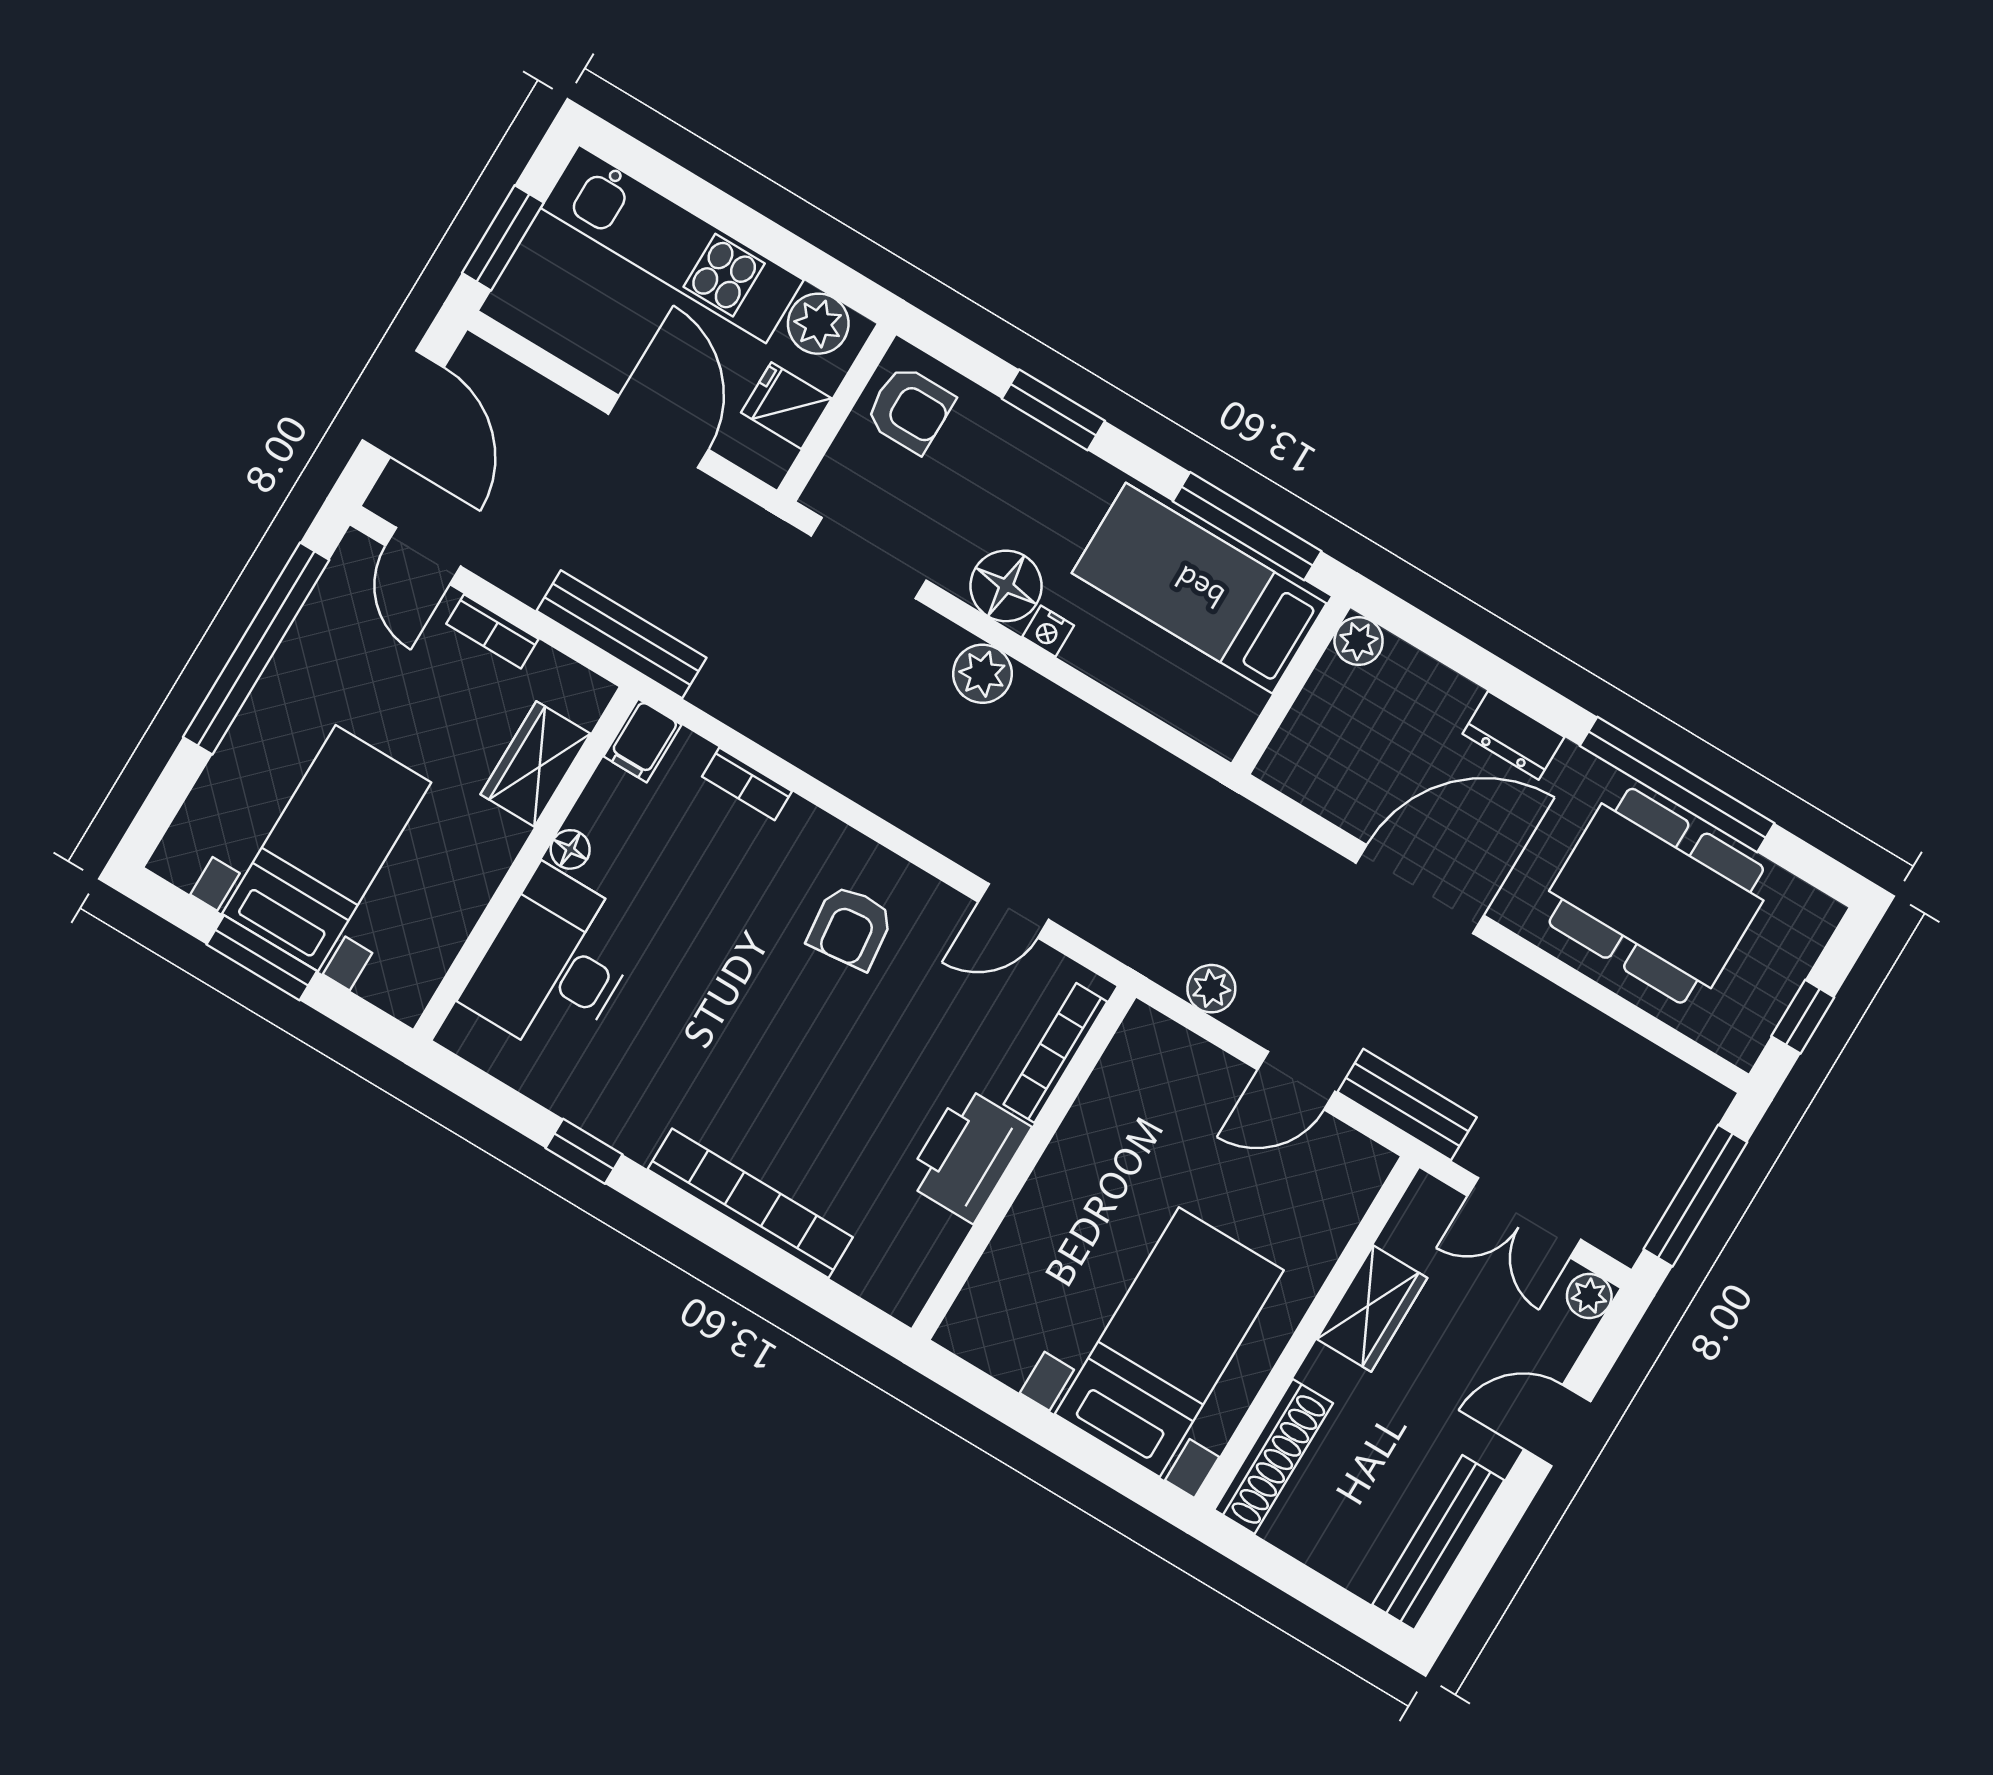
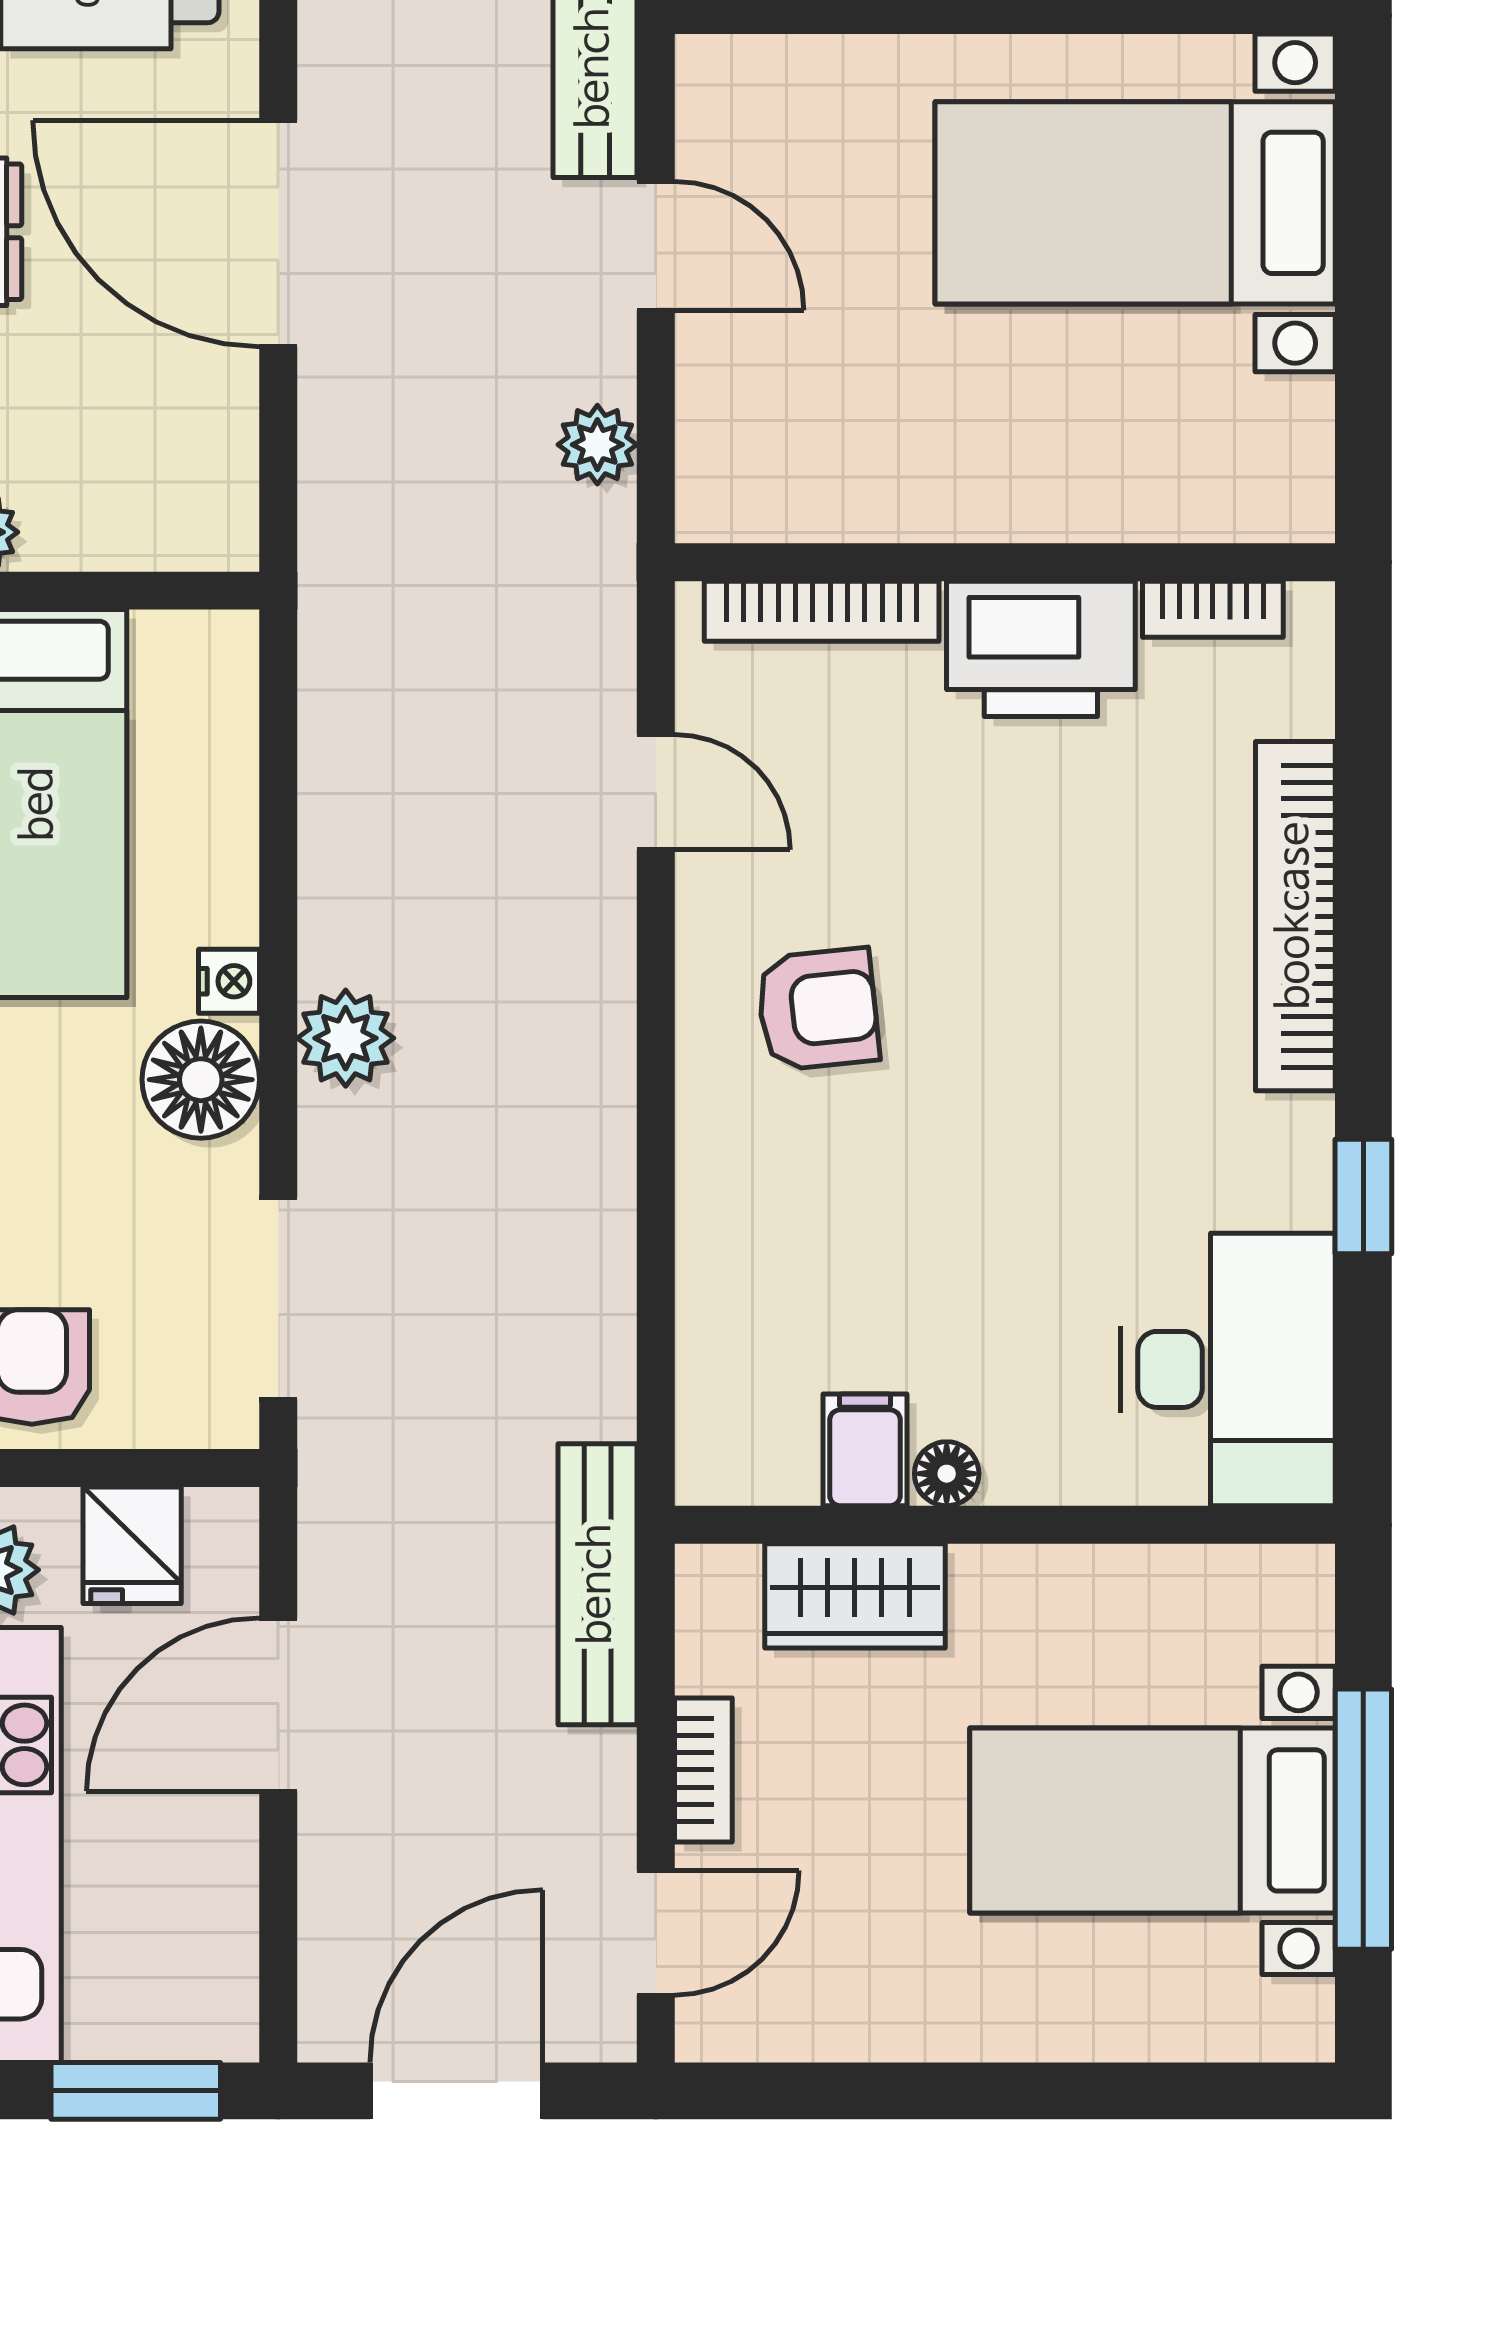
window: (256, 648) -> (929, 2091), removed
filing cabinet: (642, 741) -> (865, 1450), moved, turned -90
bookcase: (747, 784) -> (1213, 609), moved, turned 90
window: (262, 958) -> (1363, 1819), width x1.44
desk: (554, 964) -> (1228, 1369), moved, turned -90

